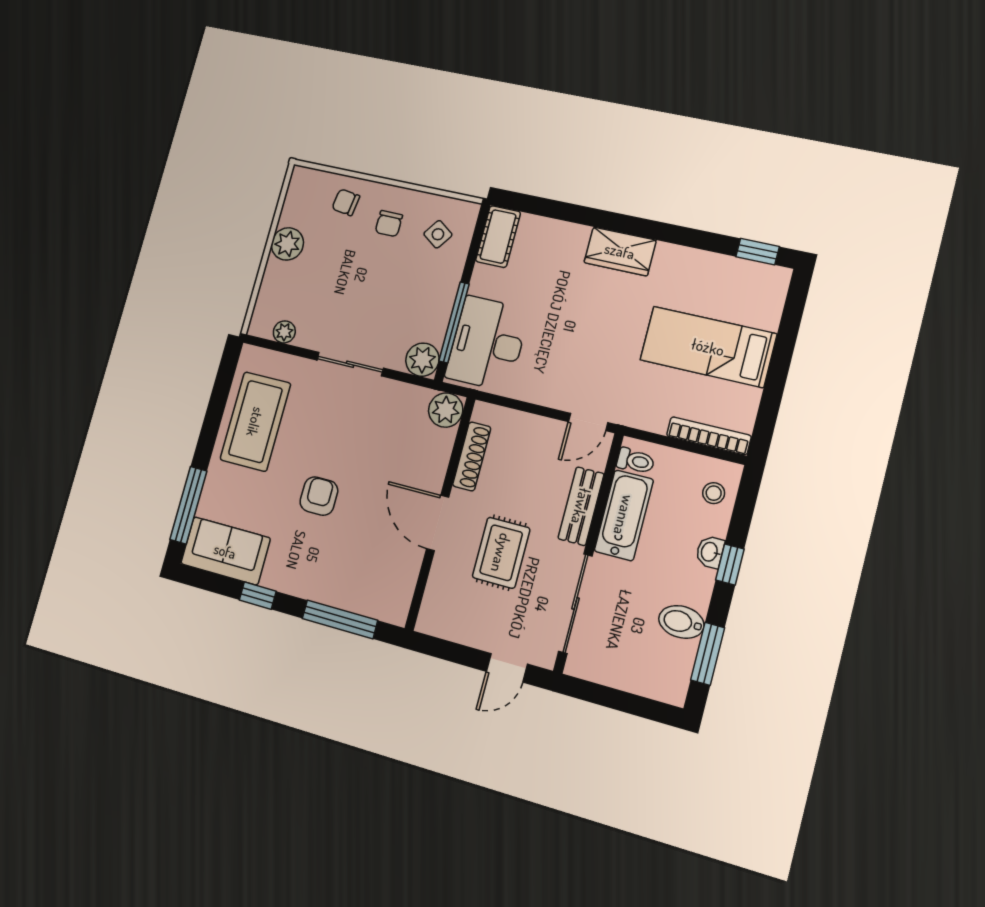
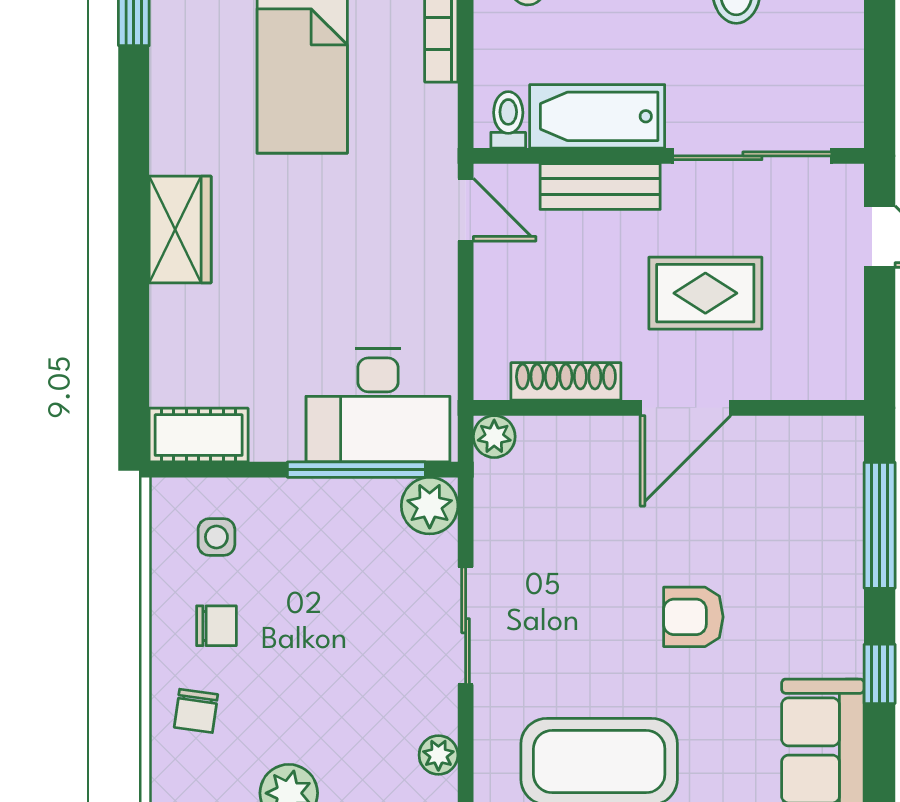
side table: (438, 234) -> (216, 537), turned -35
plant: (446, 410) -> (494, 437), width x0.73, depth x0.73

